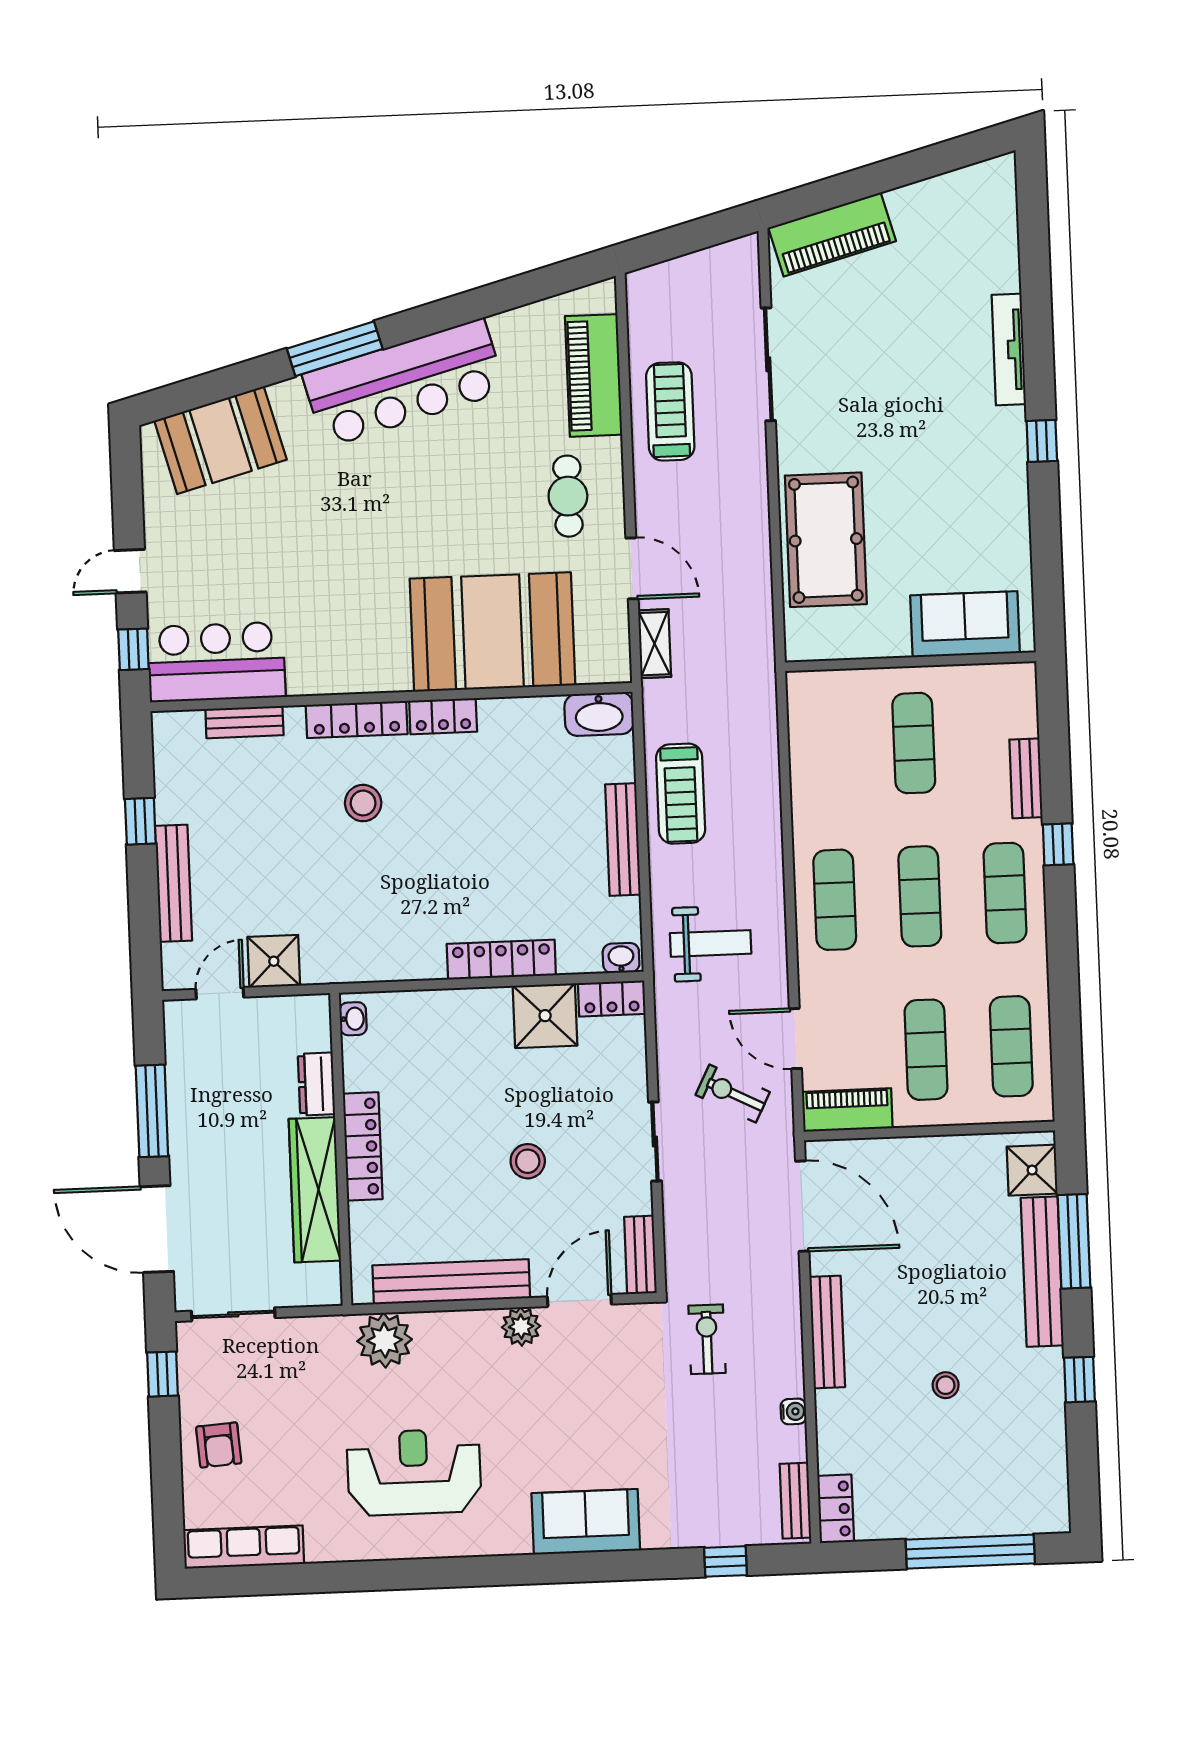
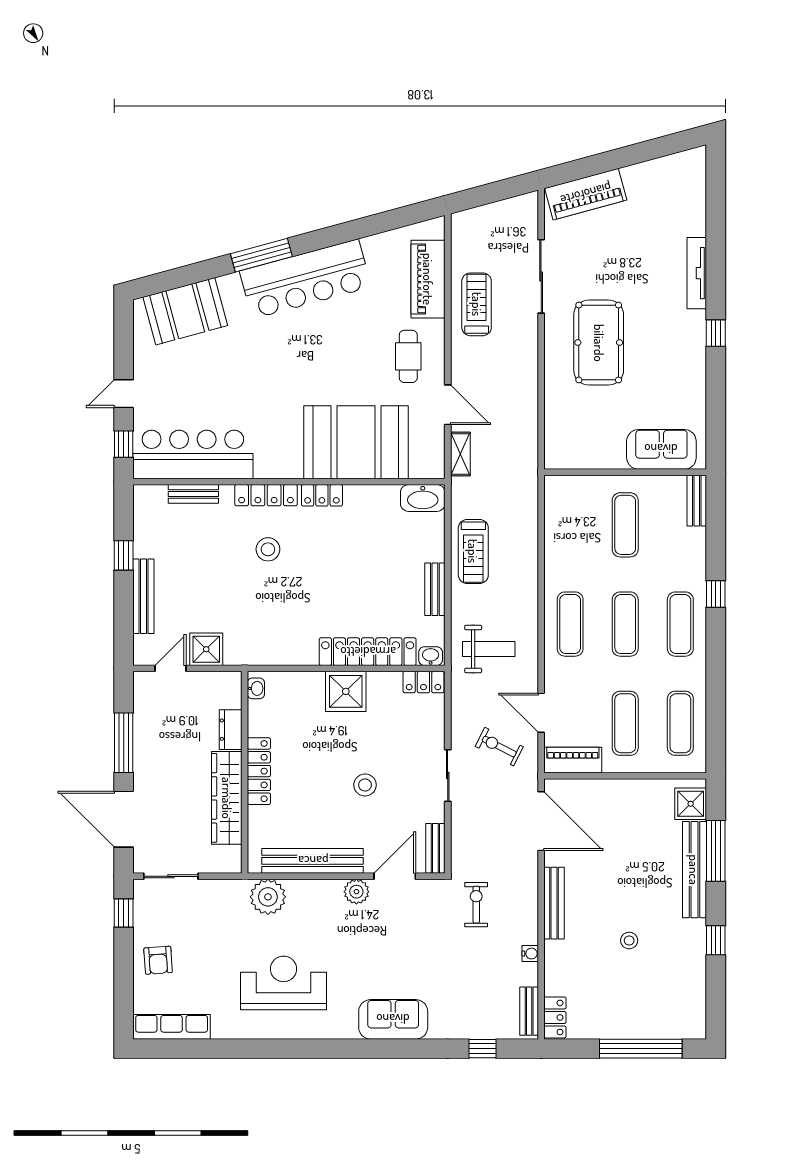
pool table: (826, 540) -> (599, 343), moved
bar counter: (216, 662) -> (193, 454), width x1.36
bench: (1026, 778) -> (697, 501), moved
bench: (623, 840) -> (435, 589), width x0.73
locker: (501, 960) -> (368, 652), width x1.41, depth x1.21
shower: (545, 1016) -> (346, 691), moved

